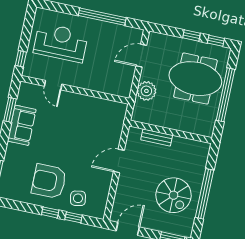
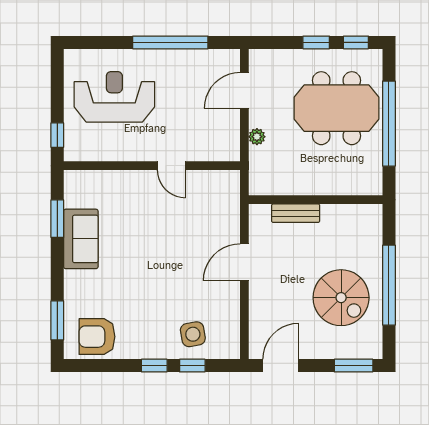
door: (53, 85) -> (171, 166), moved
plant: (146, 91) -> (257, 137), width x0.53, depth x0.53
armchair: (49, 181) -> (97, 337), moved, width x0.73, depth x0.73

